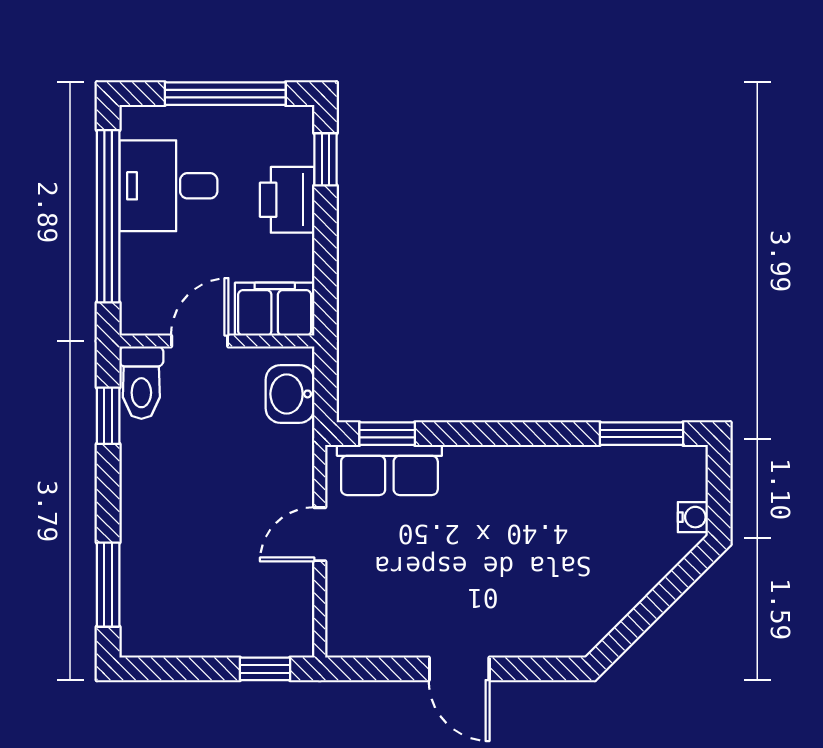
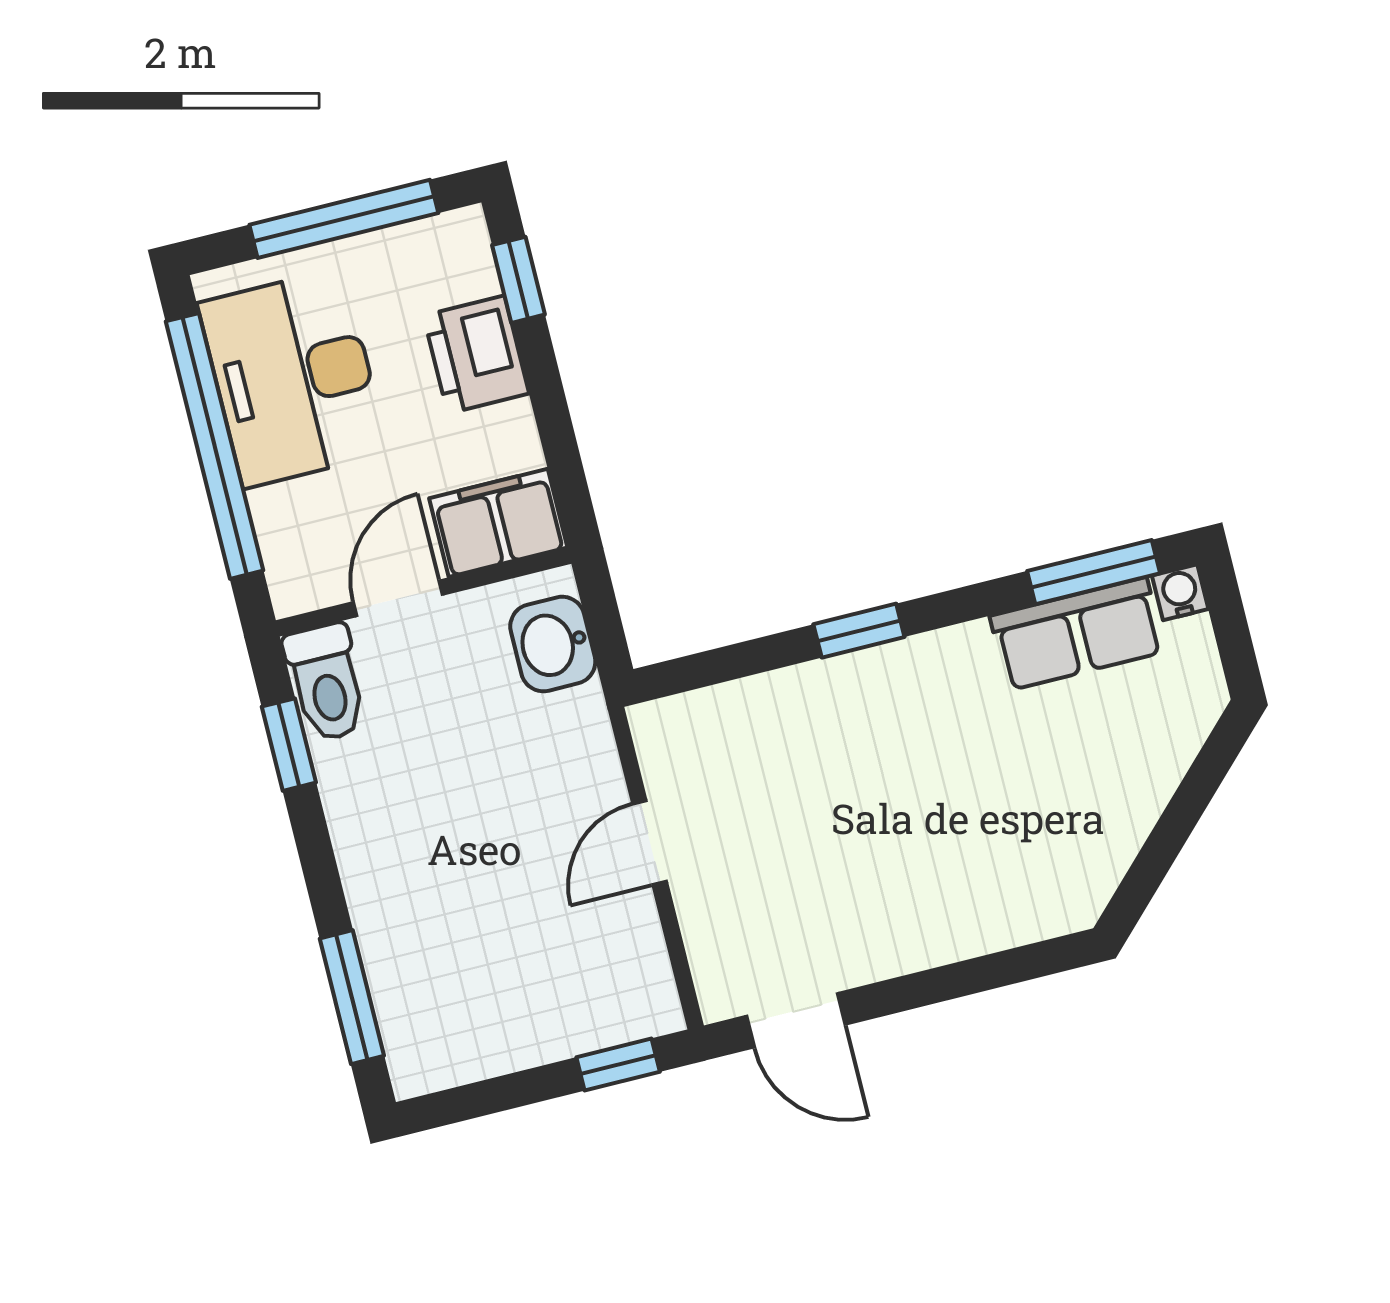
desk: (168, 186) -> (293, 378), width x1.37
window: (387, 434) -> (859, 631), moved
row of seats: (389, 470) -> (1077, 634), moved
water cooler: (693, 517) -> (1180, 592), moved, turned -90
door: (459, 669) -> (796, 1020), moved

